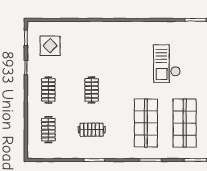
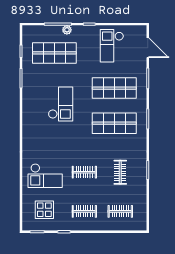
checkout: (88, 47) -> (45, 176), added
checkout: (167, 64) -> (61, 104), turned -90

